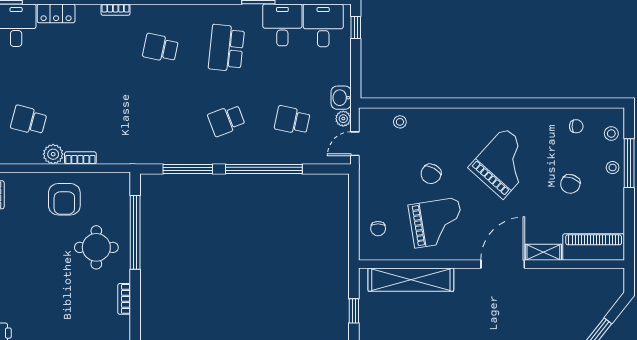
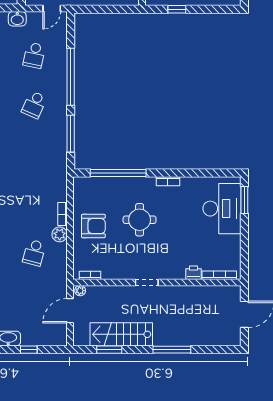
plant: (343, 119) -> (33, 17), removed
school desk: (226, 120) -> (34, 105), turned 45
door: (355, 144) -> (52, 9), hinge flipped
round table: (96, 247) -> (140, 220), moved

